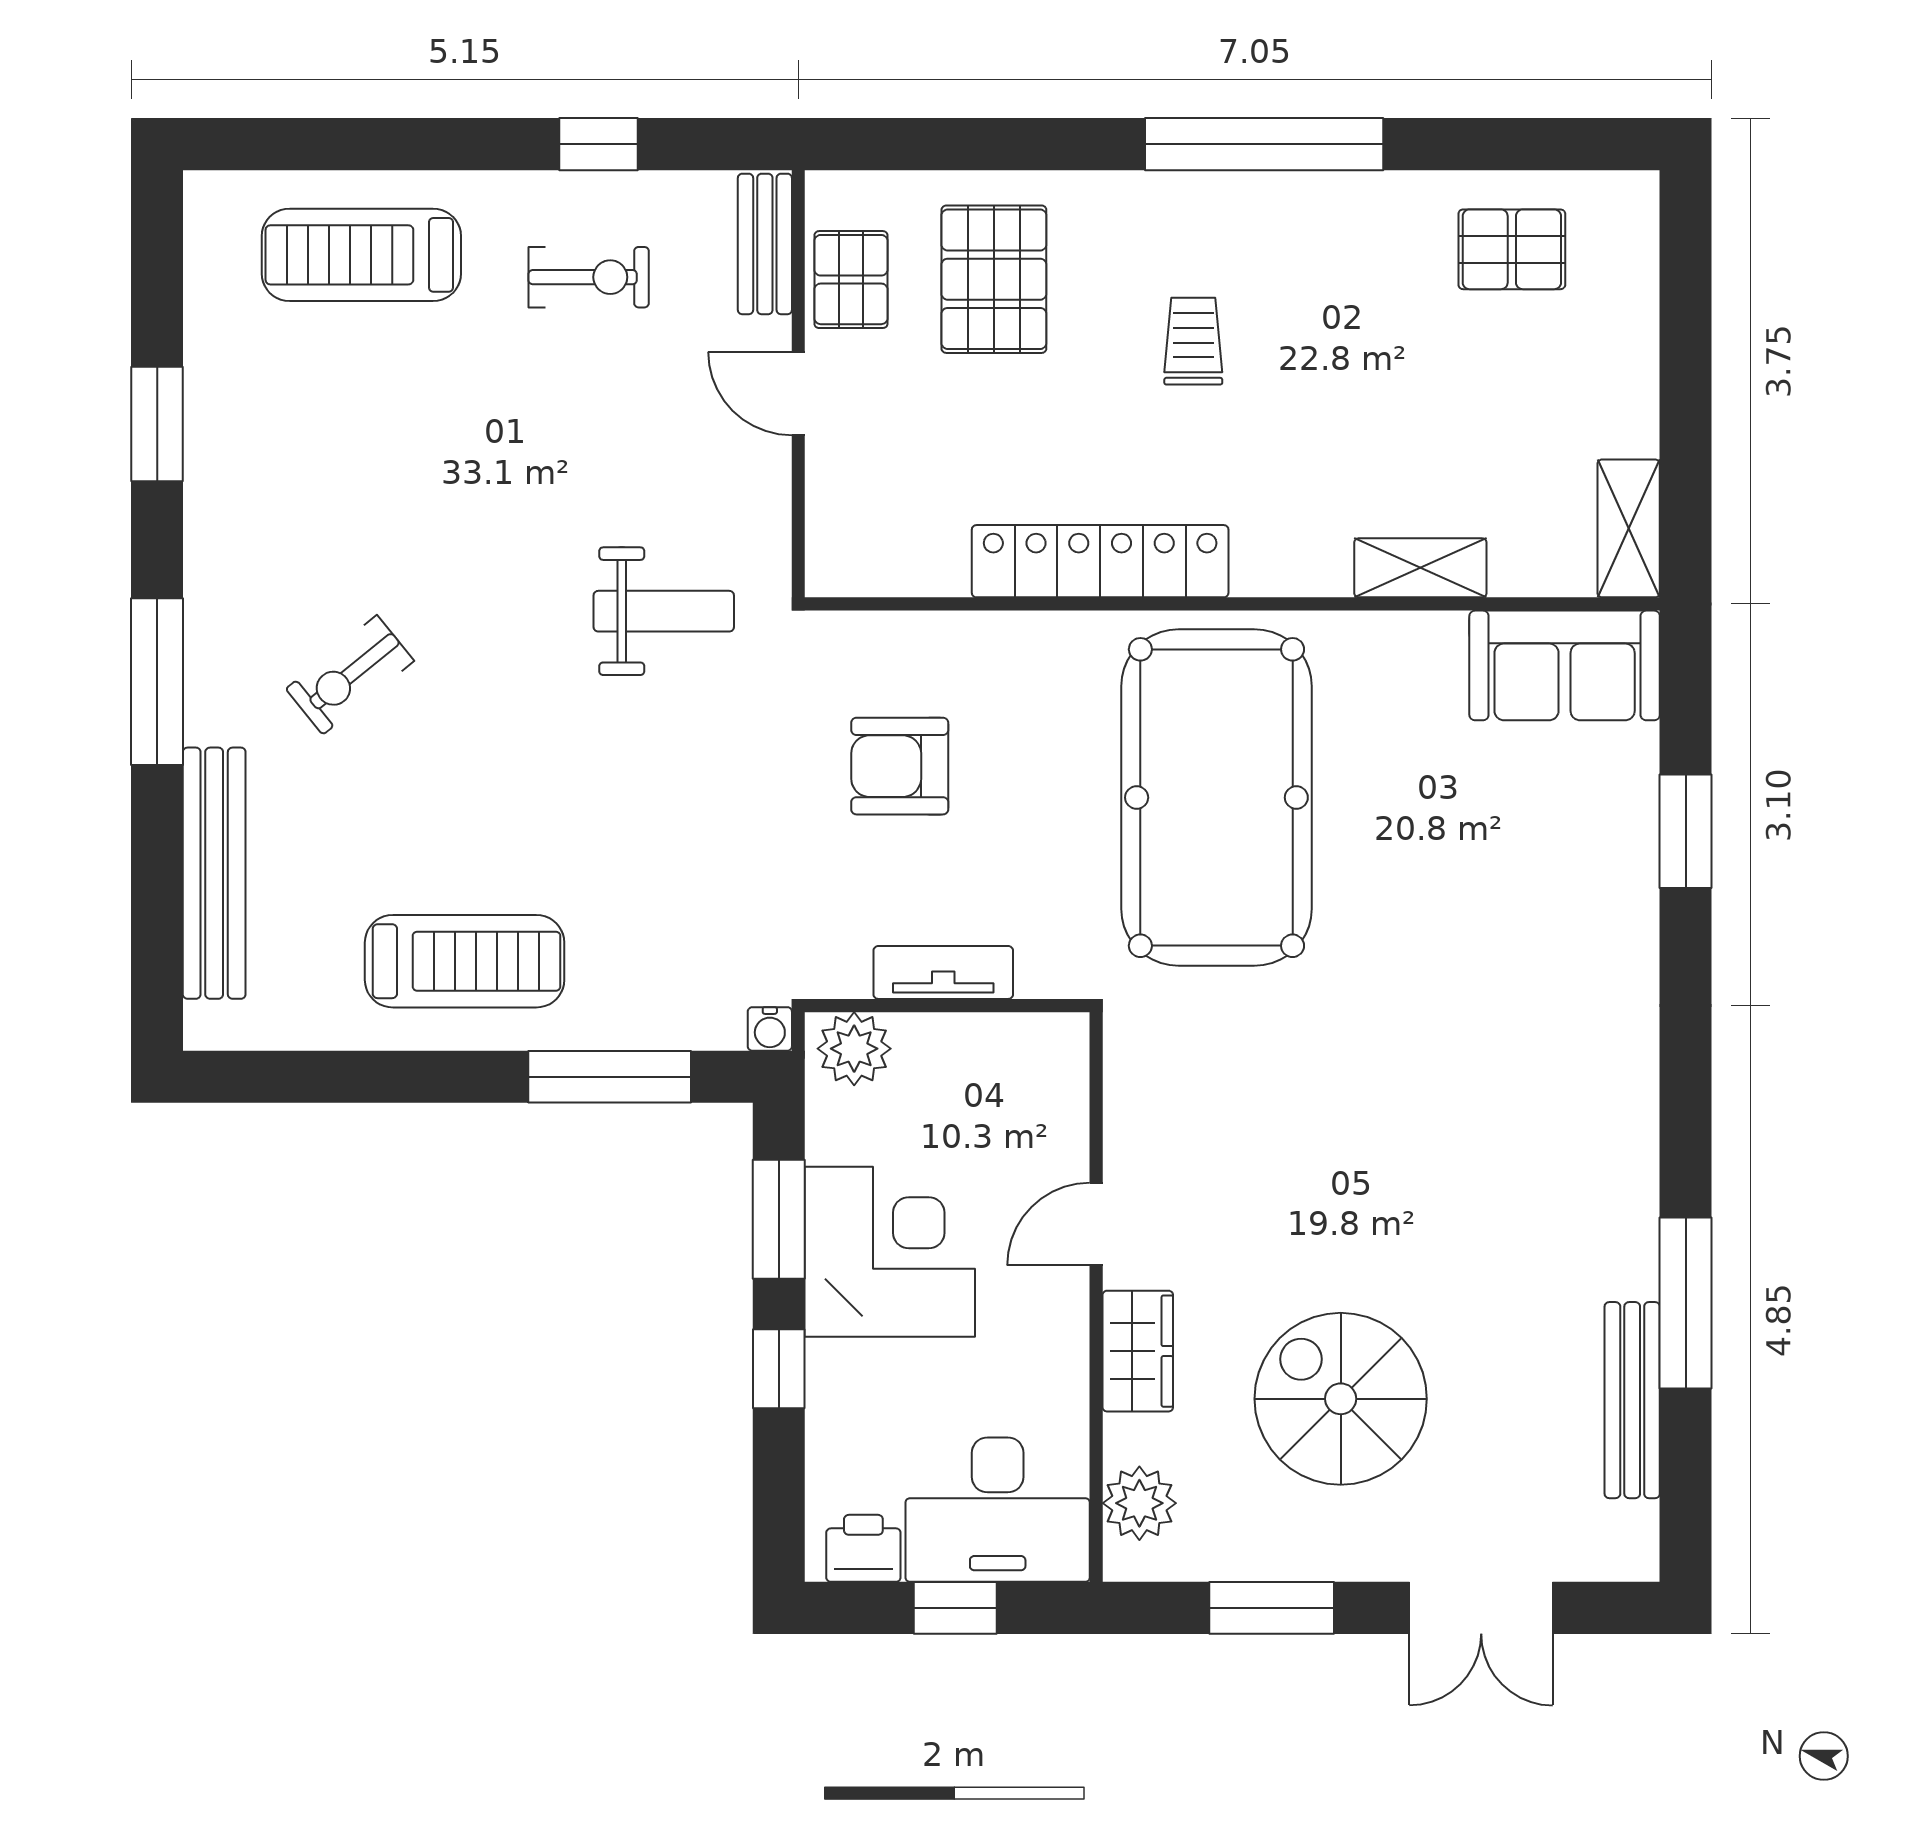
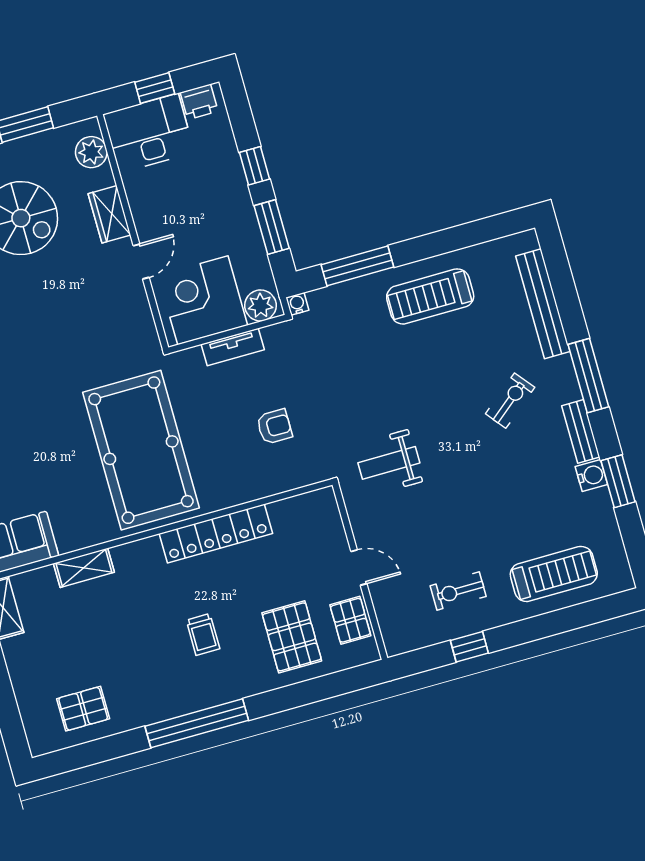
bench: (765, 244) -> (581, 431), moved
water cooler: (214, 454) -> (591, 475), added
armchair: (900, 766) -> (274, 427), width x0.72, depth x0.72
corner desk: (890, 1252) -> (203, 300), moved, turned 90

